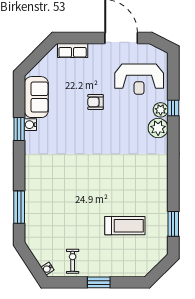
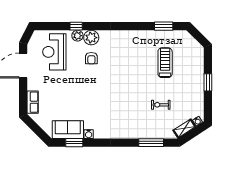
reception desk: (139, 79) -> (54, 52), turned 180
armchair: (95, 102) -> (91, 58), moved
window: (19, 129) -> (74, 143), moved
shelving: (38, 251) -> (184, 128), added
exercise bike: (73, 261) -> (161, 105), moved

